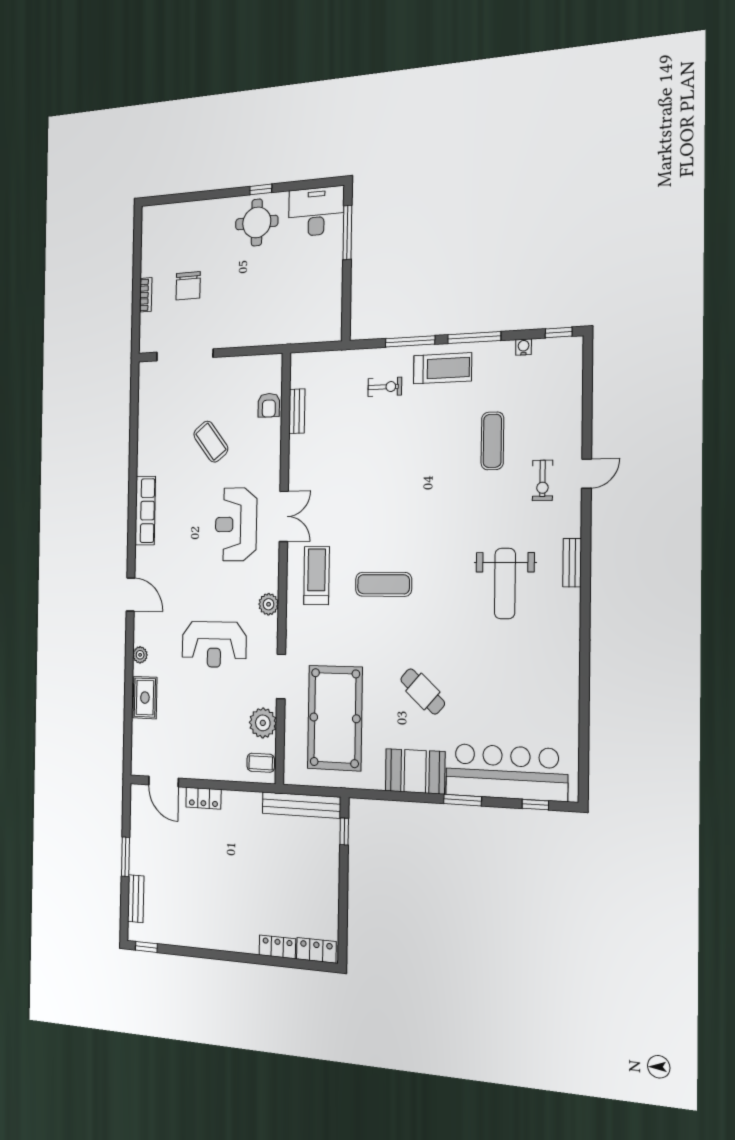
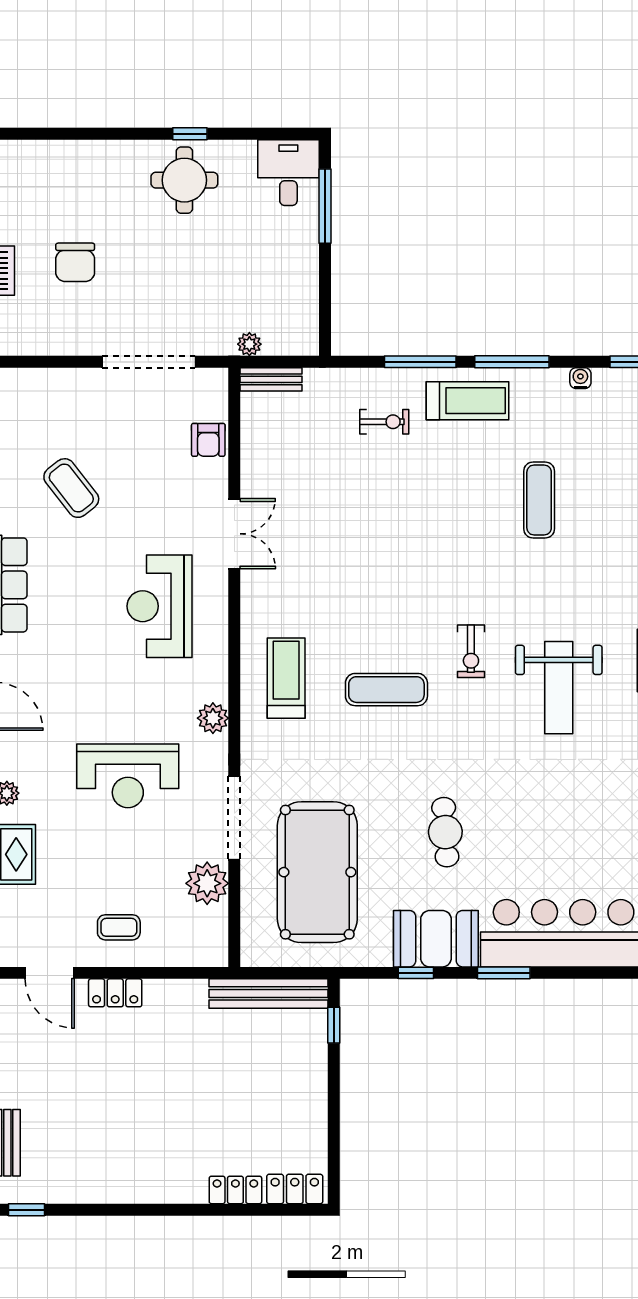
desk: (316, 211) -> (288, 173), width x0.73
plant: (296, 336) -> (249, 344), added
doorway: (185, 355) -> (149, 362), moved
bench: (297, 411) -> (271, 379), moved, turned 90
coffee table: (211, 442) -> (71, 488), moved
exercise bike: (543, 480) -> (471, 651), moved
double door: (284, 516) -> (234, 534), moved
doorway: (281, 677) -> (234, 818), width x1.36
cafe table: (423, 691) -> (445, 832), turned 44
coffee table: (261, 763) -> (119, 927), moved
window: (535, 805) -> (416, 973), moved

